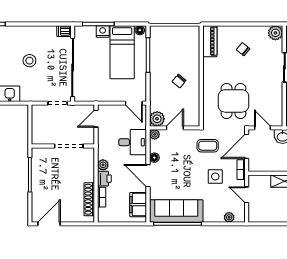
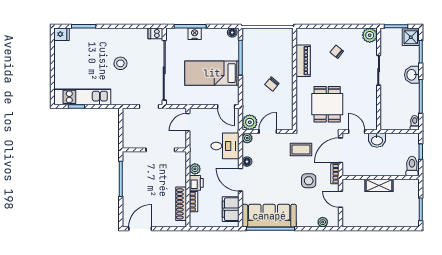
piano: (210, 41) -> (303, 61), moved
bed: (122, 52) -> (212, 73), moved, turned 90

